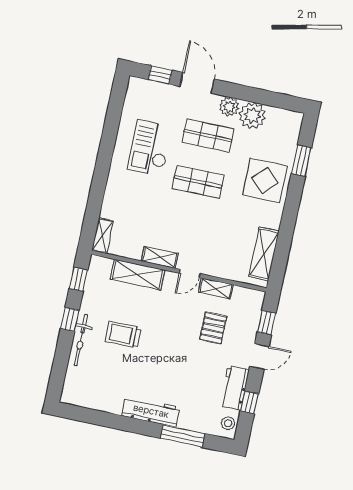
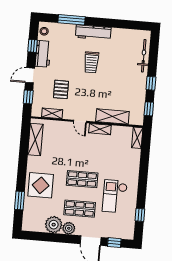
window: (114, 114) -> (140, 215), added
checkout: (150, 148) -> (115, 196), turned 180
door: (190, 273) -> (80, 121), swing flipped
shelving: (216, 288) -> (52, 113), moved
trolley: (123, 334) -> (91, 62), moved, turned 90
bicycle: (81, 340) -> (144, 56), moved

